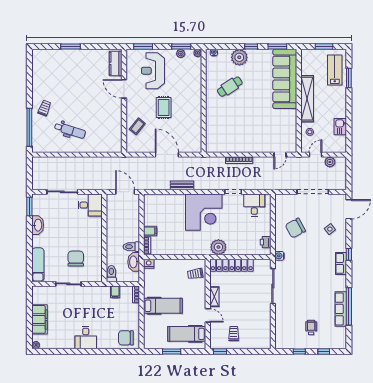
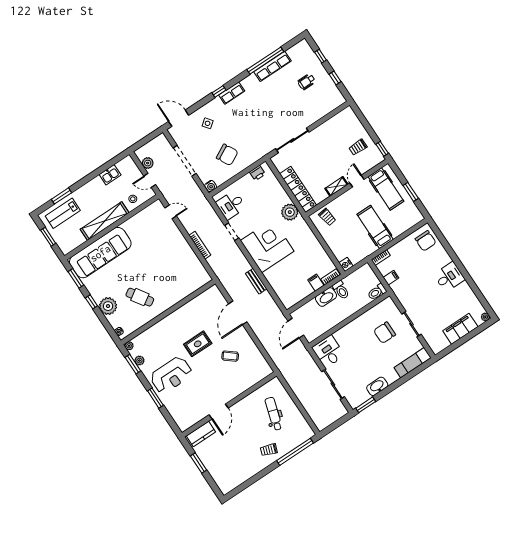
kitchen counter: (116, 63) -> (201, 434), moved
door: (124, 89) -> (219, 411), moved
wall: (124, 101) -> (229, 404), moved
water cooler: (280, 256) -> (211, 186), moved
washbasin: (134, 262) -> (326, 297), moved

